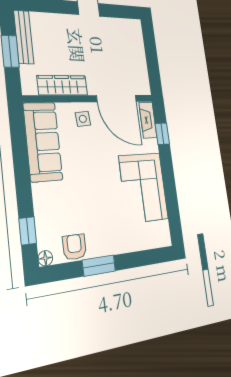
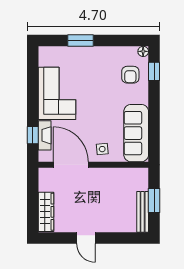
wardrobe: (62, 85) -> (46, 212), moved, turned -90
fireplace: (148, 120) -> (45, 135), moved
armchair: (74, 247) -> (130, 75), moved
window: (99, 266) -> (81, 41), moved

